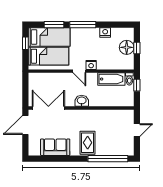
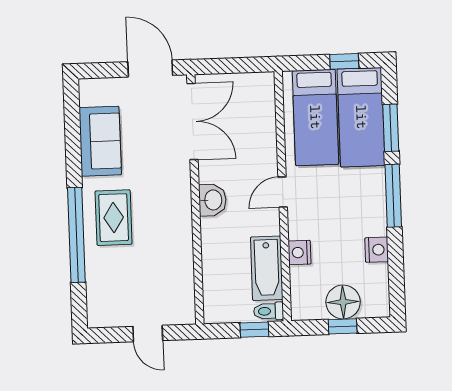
nightstand: (91, 65) -> (300, 253), moved
rug: (88, 143) -> (114, 218), turned 90
window: (108, 159) -> (76, 235), moved

